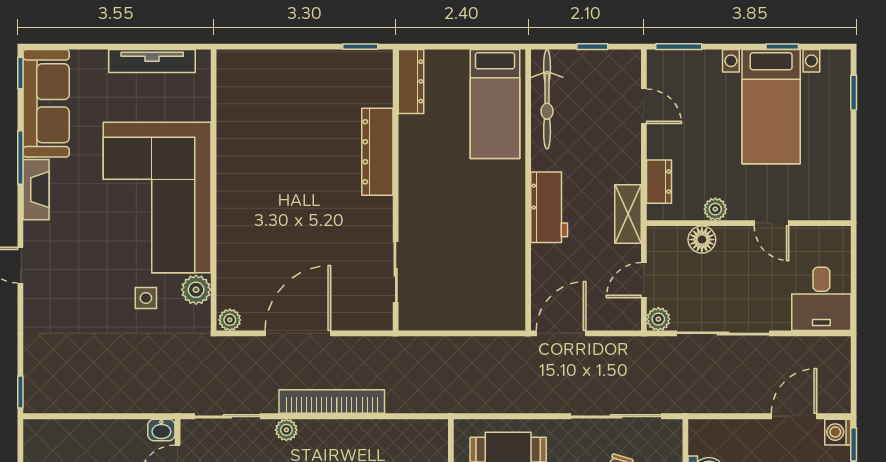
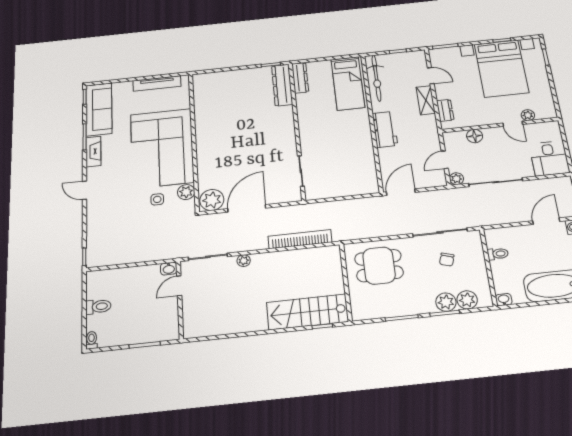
bed with nightstands: (771, 107) -> (501, 68), width x1.36
dresser: (377, 152) -> (282, 85), moved
plant: (715, 209) -> (528, 115), moved
shelving: (628, 214) -> (426, 100), moved
plant: (230, 320) -> (212, 200), width x1.88, depth x1.88
bookcase: (332, 402) -> (300, 239), moved

